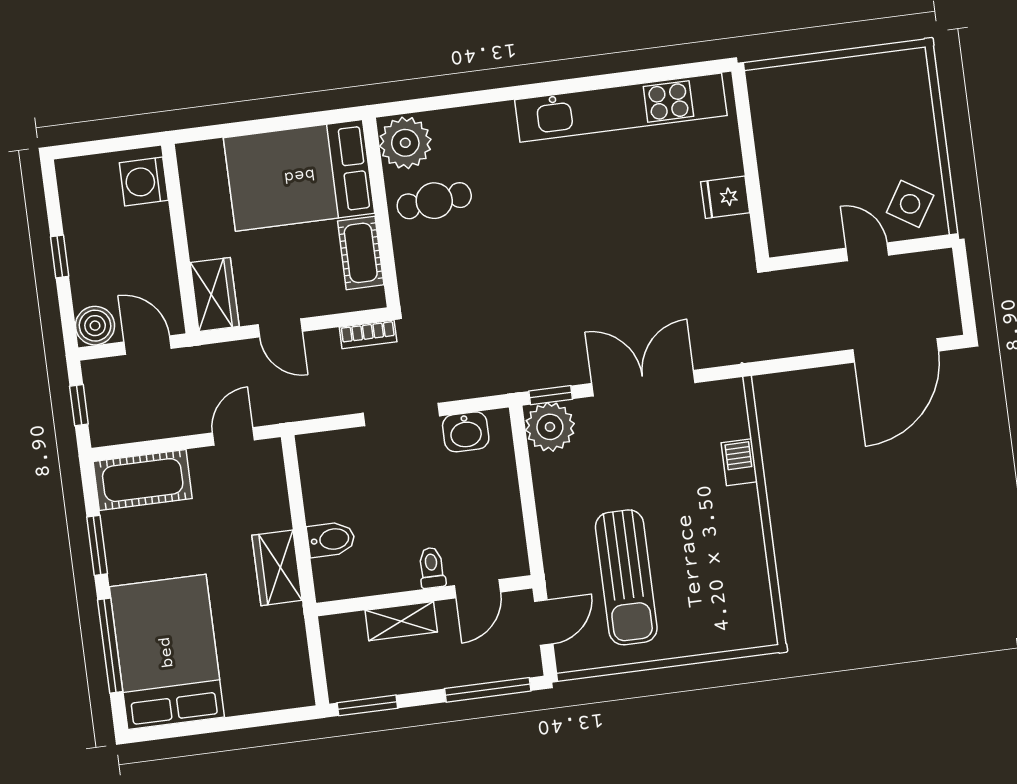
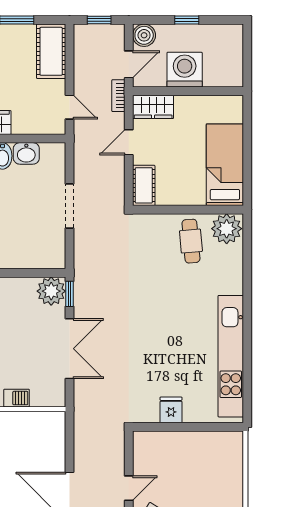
bed: (299, 175) -> (225, 165), width x0.67
washing machine: (144, 181) -> (185, 70), moved, width x1.37, depth x1.37
cot: (361, 253) -> (144, 185), moved, turned 90
bookcase: (368, 334) -> (118, 96), moved
washbasin: (466, 432) -> (26, 153), moved, turned -90

